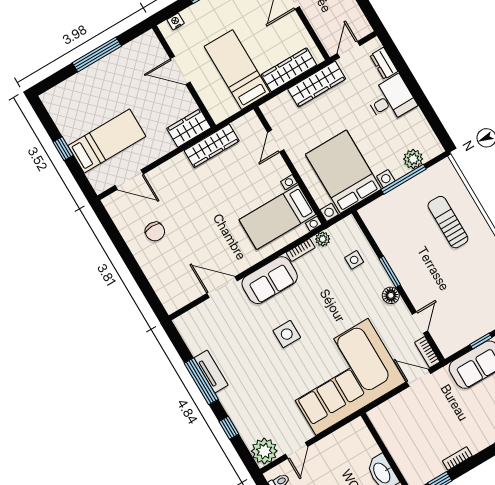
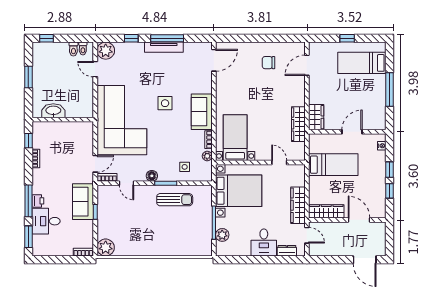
wardrobe: (289, 70) -> (326, 211), moved, turned -90
bed: (107, 141) -> (362, 63), moved, turned 90
sun lounger: (448, 222) -> (175, 200), moved
door: (222, 287) -> (214, 60), moved
tv unit: (211, 372) -> (164, 47), width x1.41

